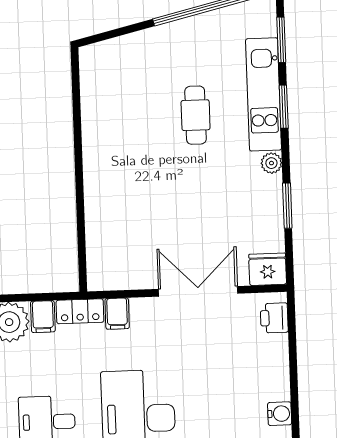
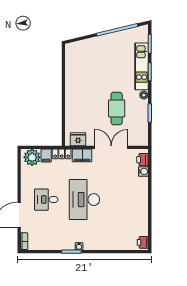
cafe table: (196, 115) -> (117, 108), moved, width x1.37, depth x1.35
fridge: (268, 269) -> (78, 139), moved
filing cabinet: (117, 314) -> (82, 155), width x2.00
water cooler: (280, 414) -> (143, 172), moved

